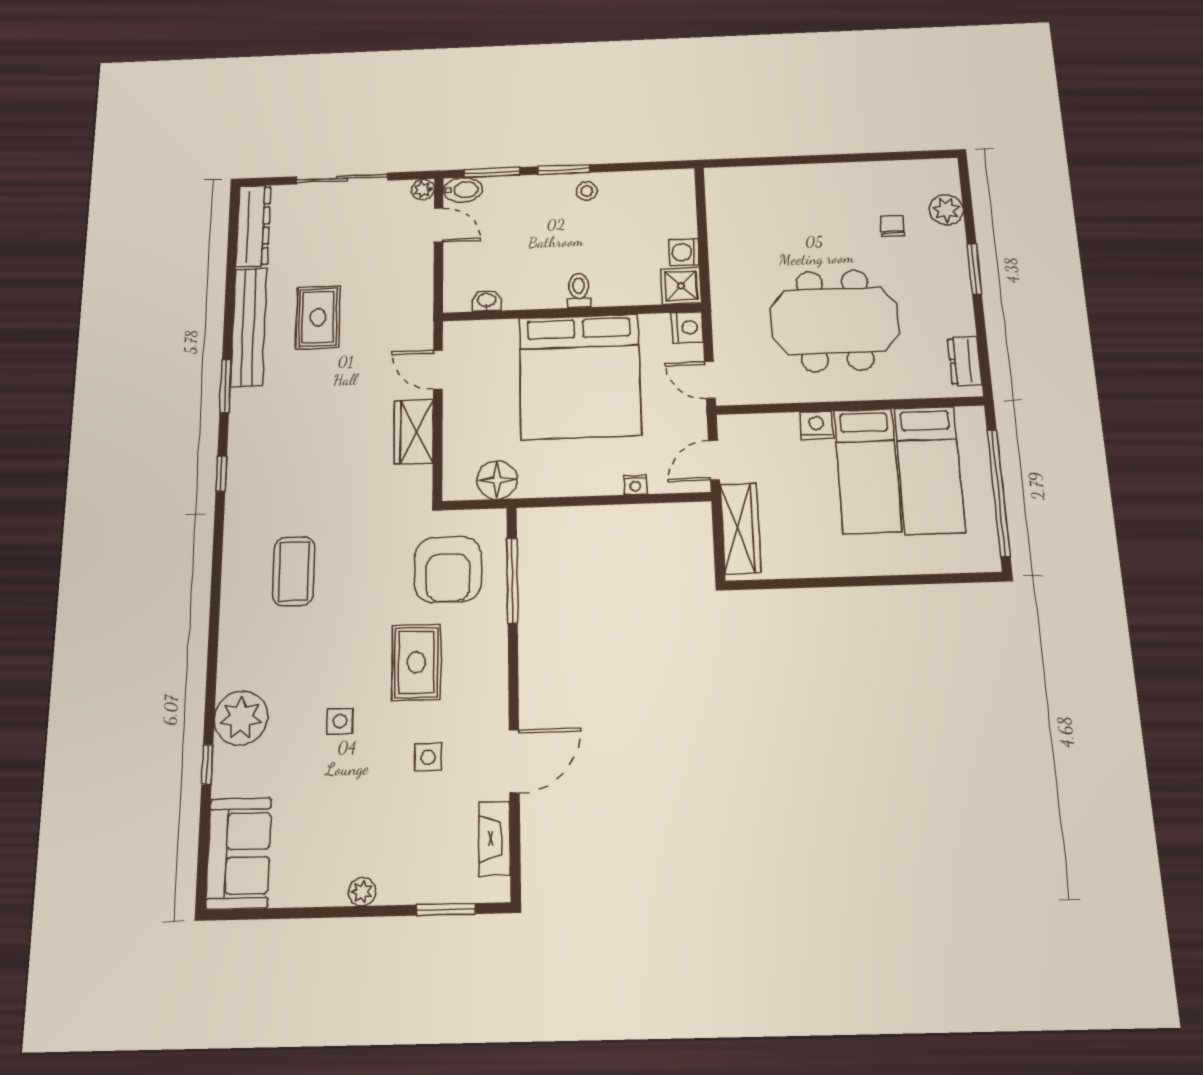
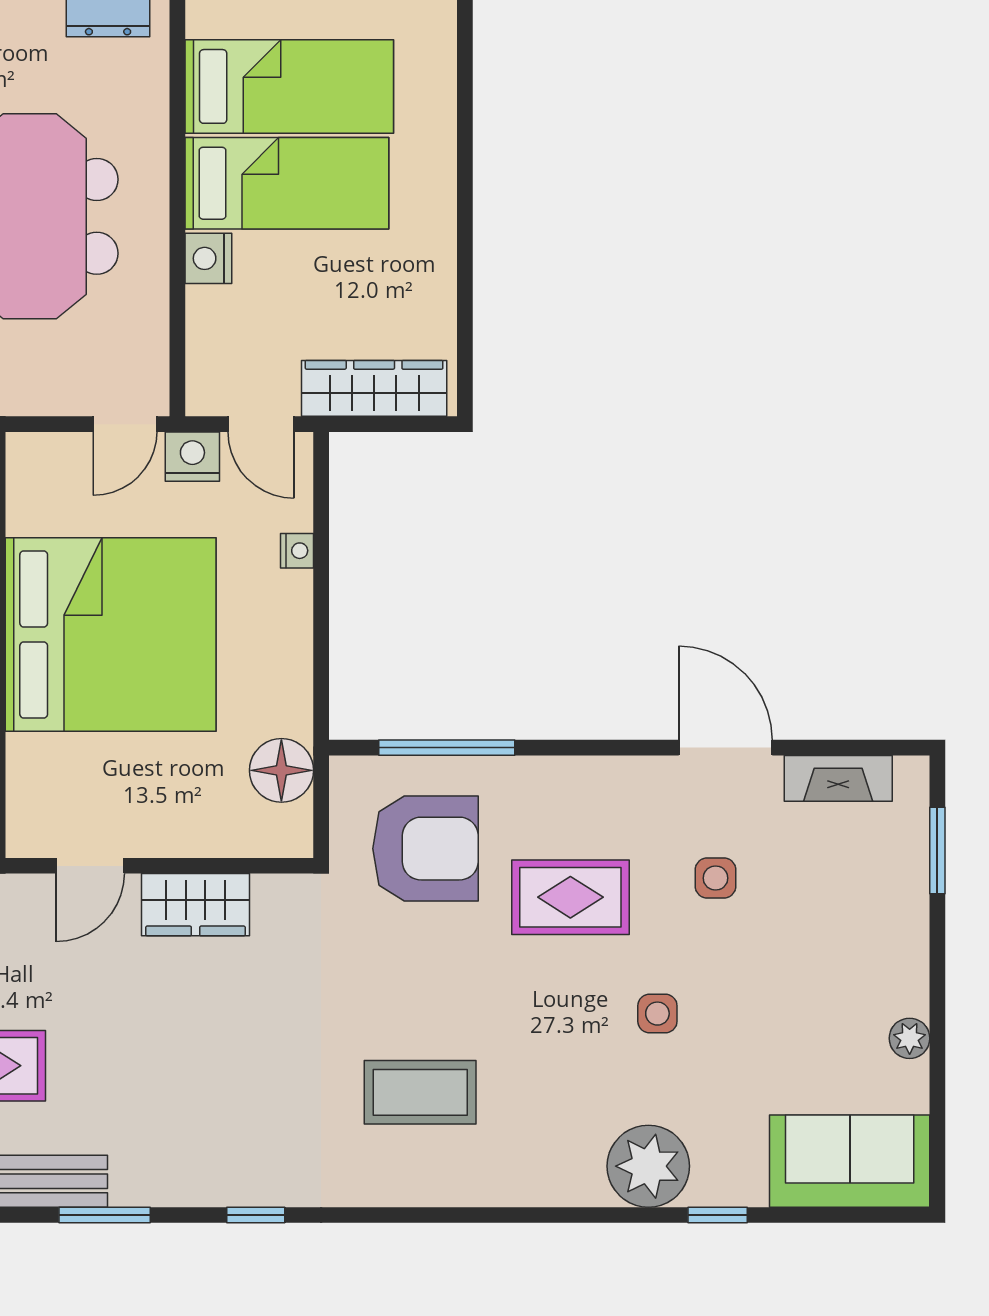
nightstand: (687, 327) -> (192, 457), moved
plant: (362, 892) -> (910, 1038), moved

